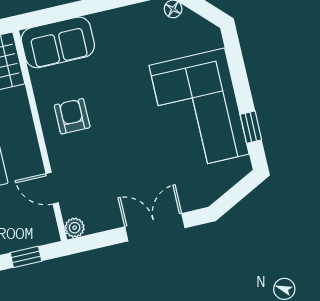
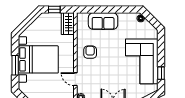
sofa: (58, 42) -> (103, 21), moved

